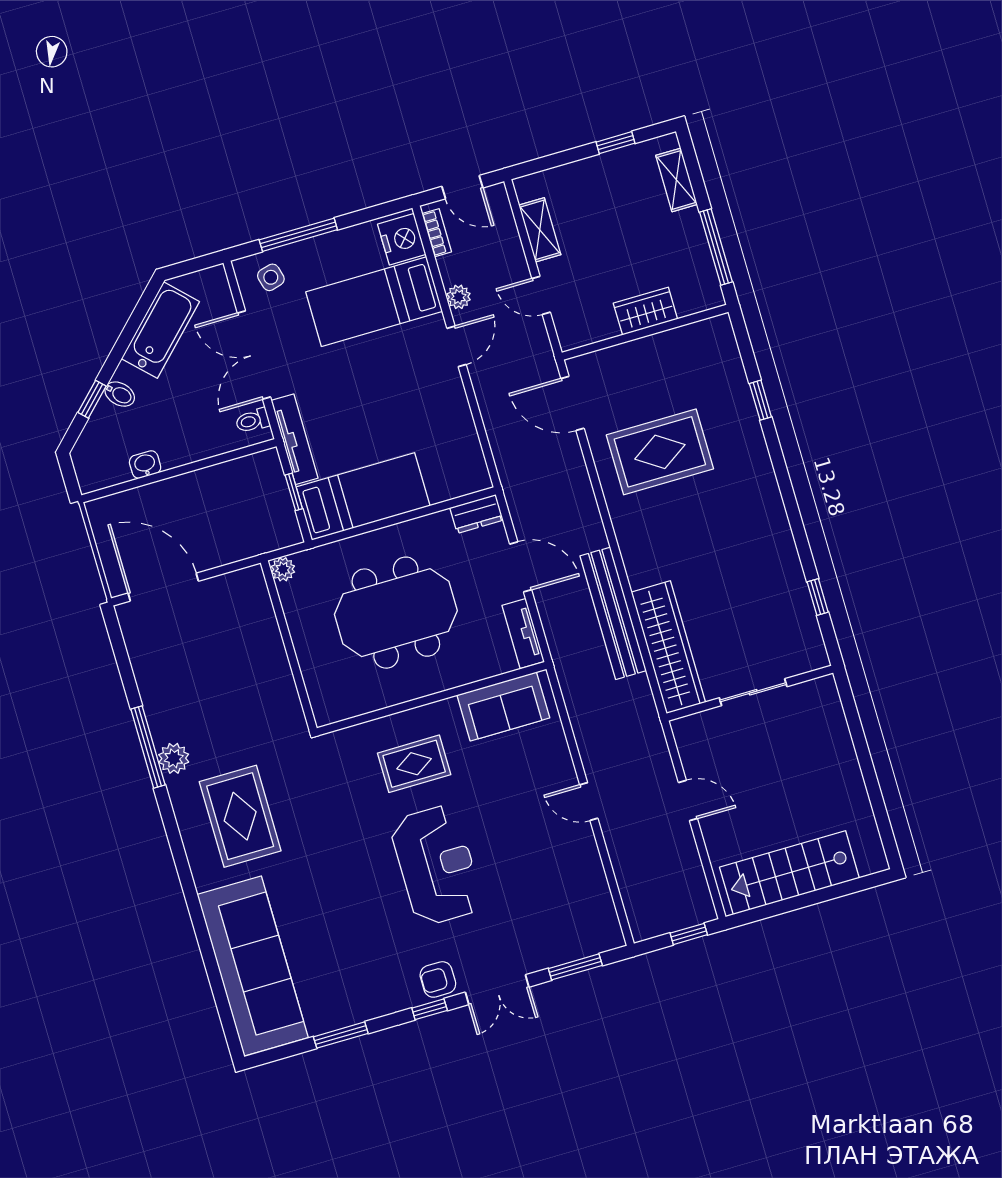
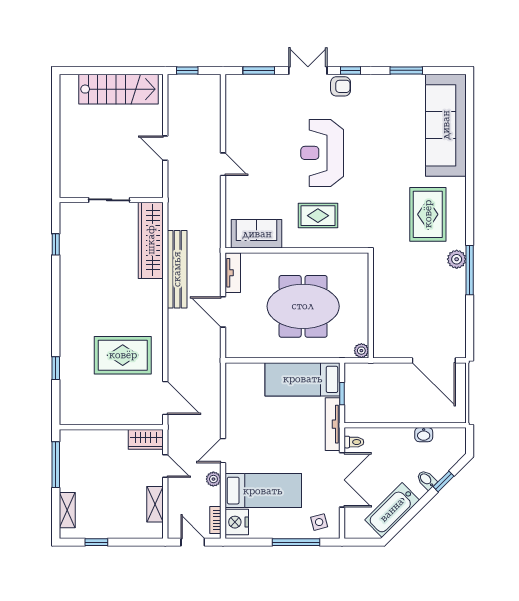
wardrobe: (645, 311) -> (146, 439), moved
dresser: (476, 514) -> (240, 350), removed

